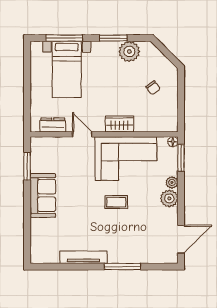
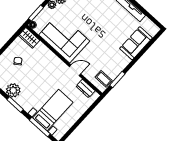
wardrobe: (120, 124) -> (29, 38), moved
door: (82, 134) -> (75, 70), swing flipped
sofa: (43, 195) -> (136, 43), moved
coffee table: (116, 202) -> (104, 79), moved

